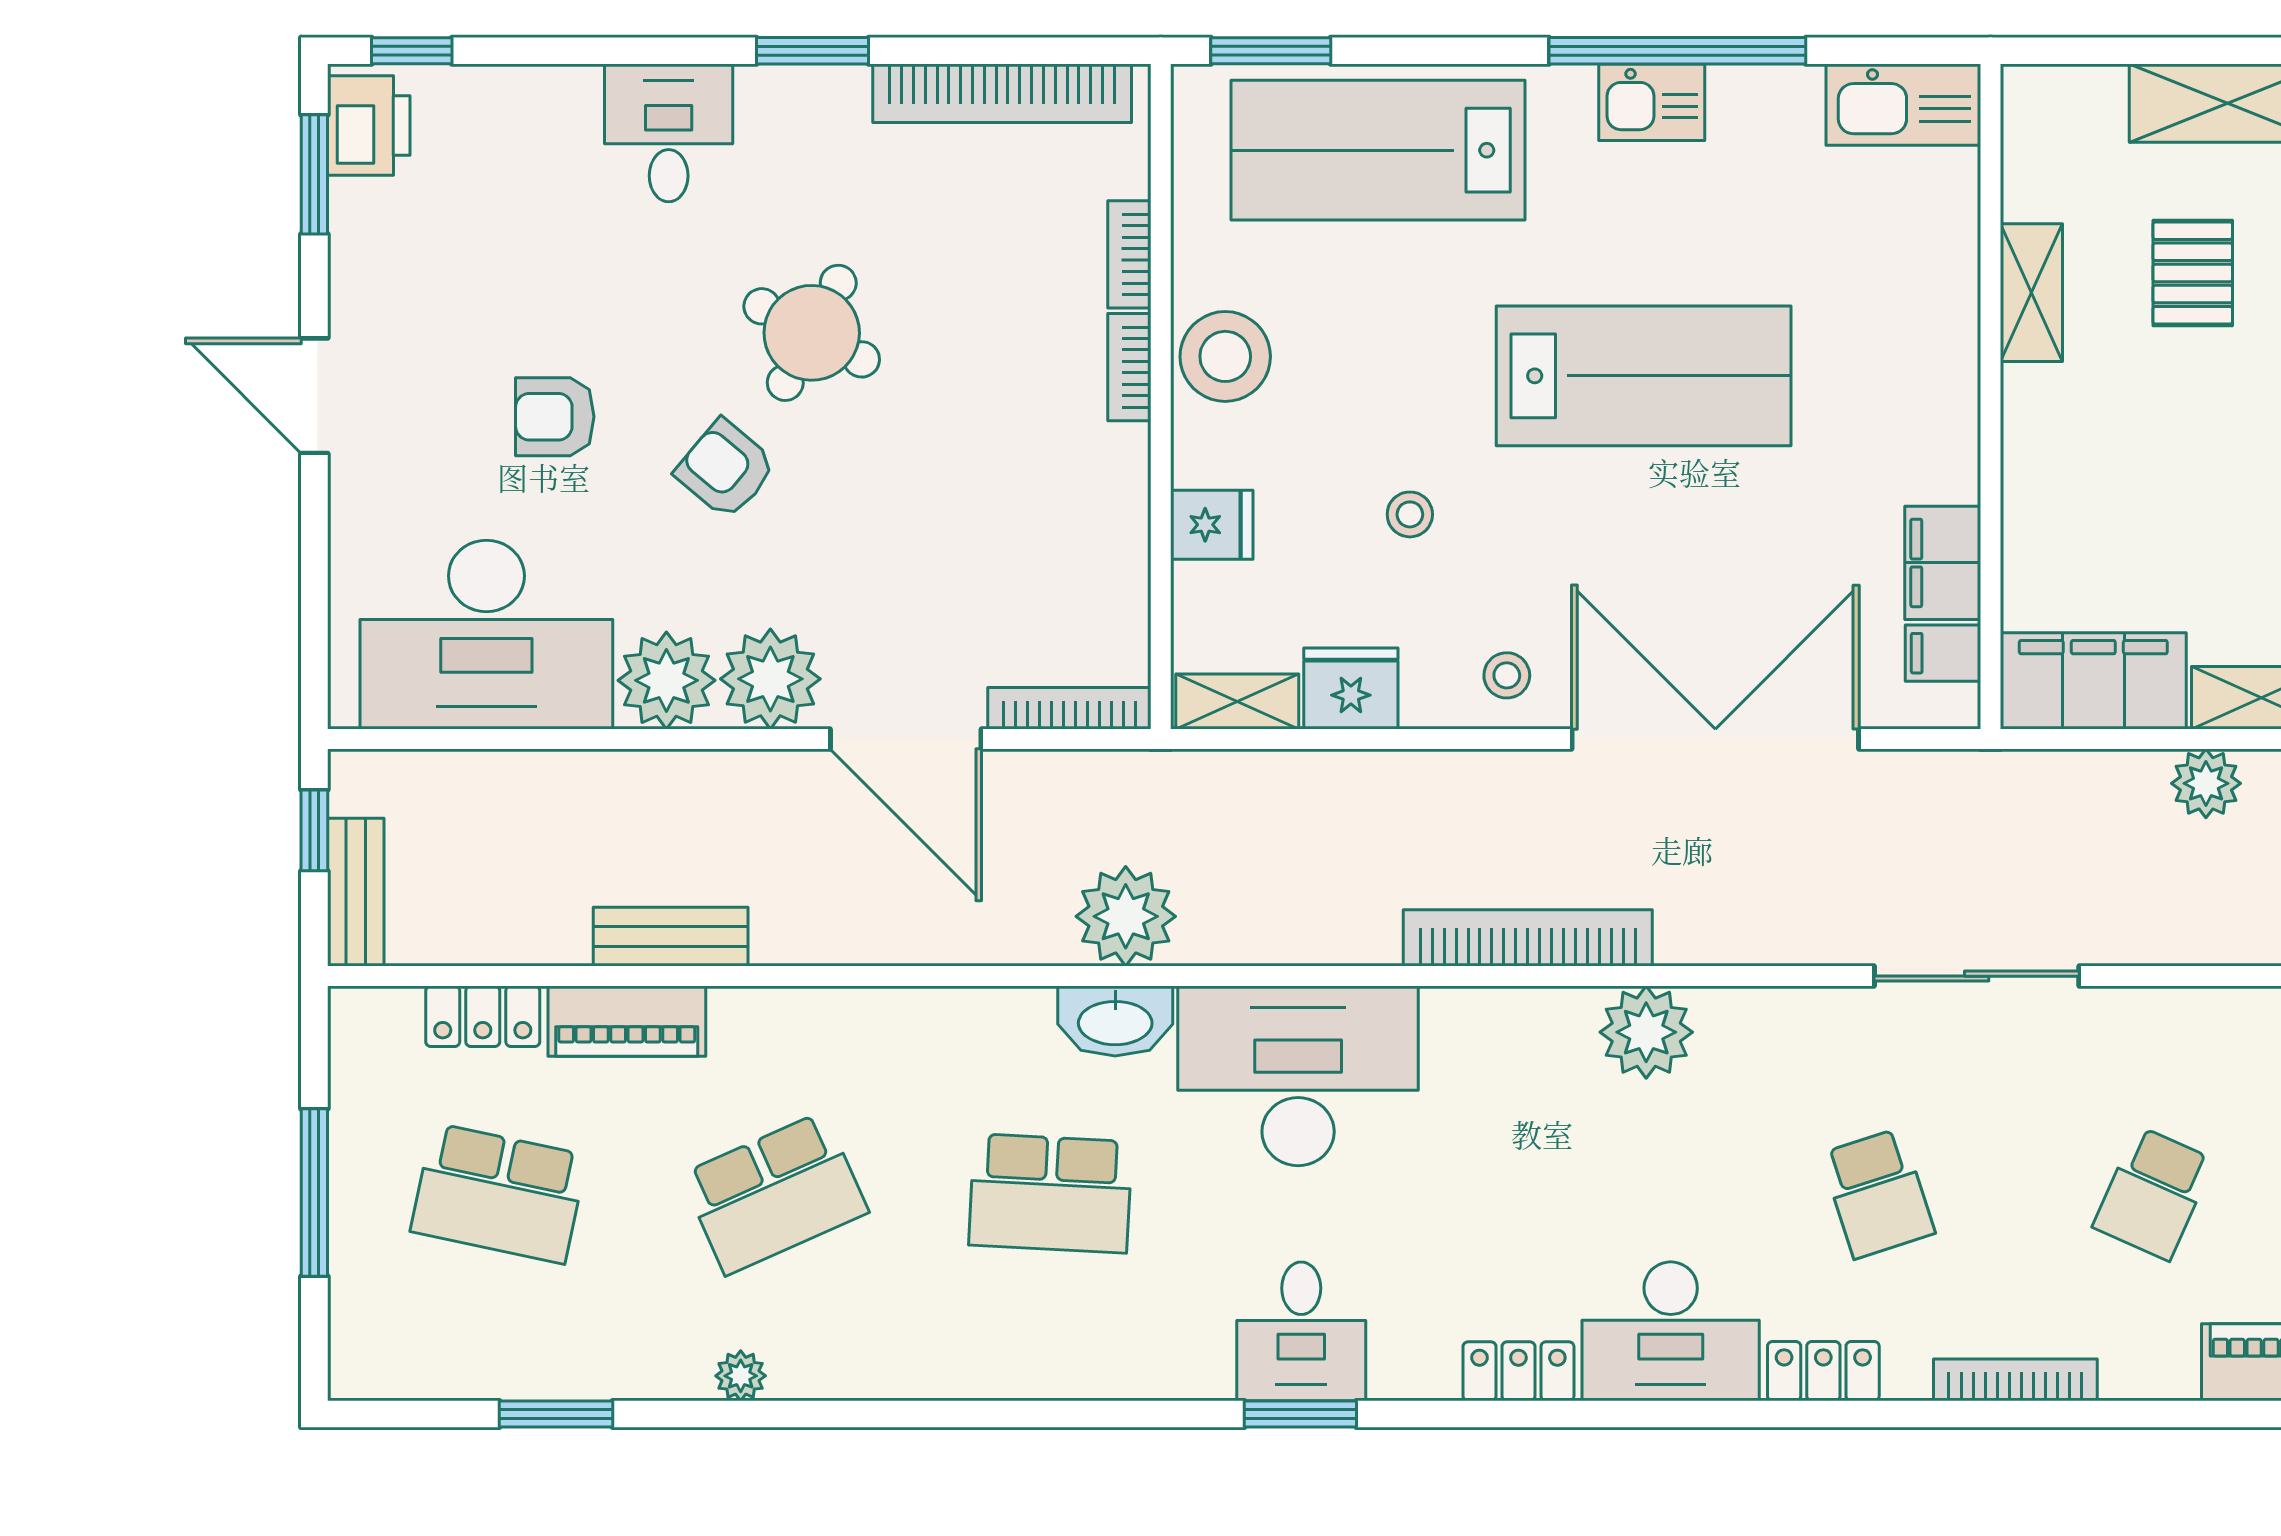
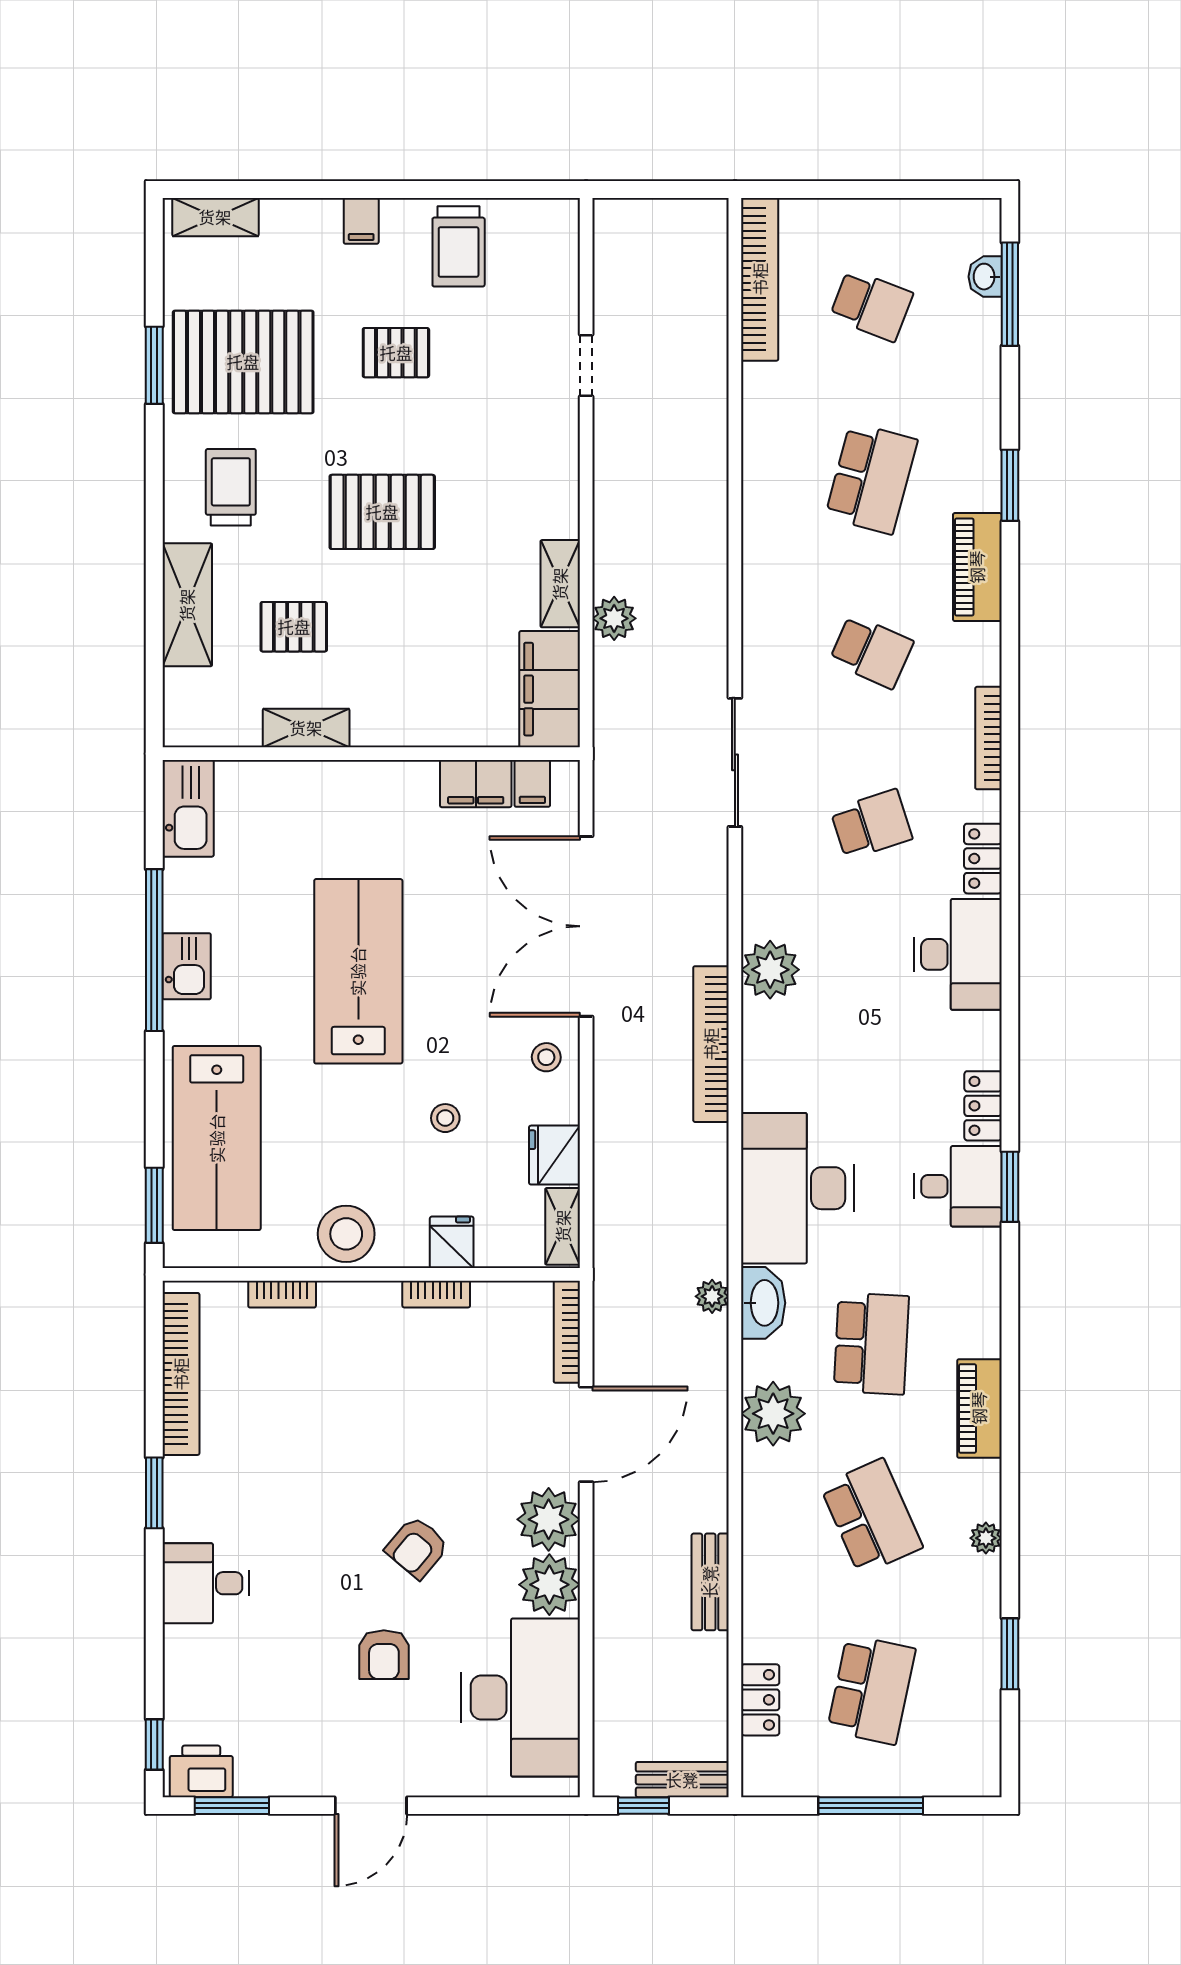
round table: (812, 333) -> (331, 1493), removed
bookcase: (1129, 367) -> (436, 1294), moved
plant: (1126, 916) -> (712, 1296), width x0.53, depth x0.53
piano: (627, 1021) -> (979, 1408), moved, turned 180
plant: (939, 1037) -> (773, 1414), added
locker: (1518, 1371) -> (983, 1106), moved

